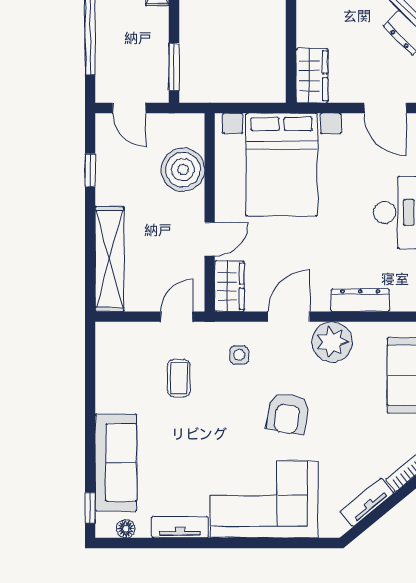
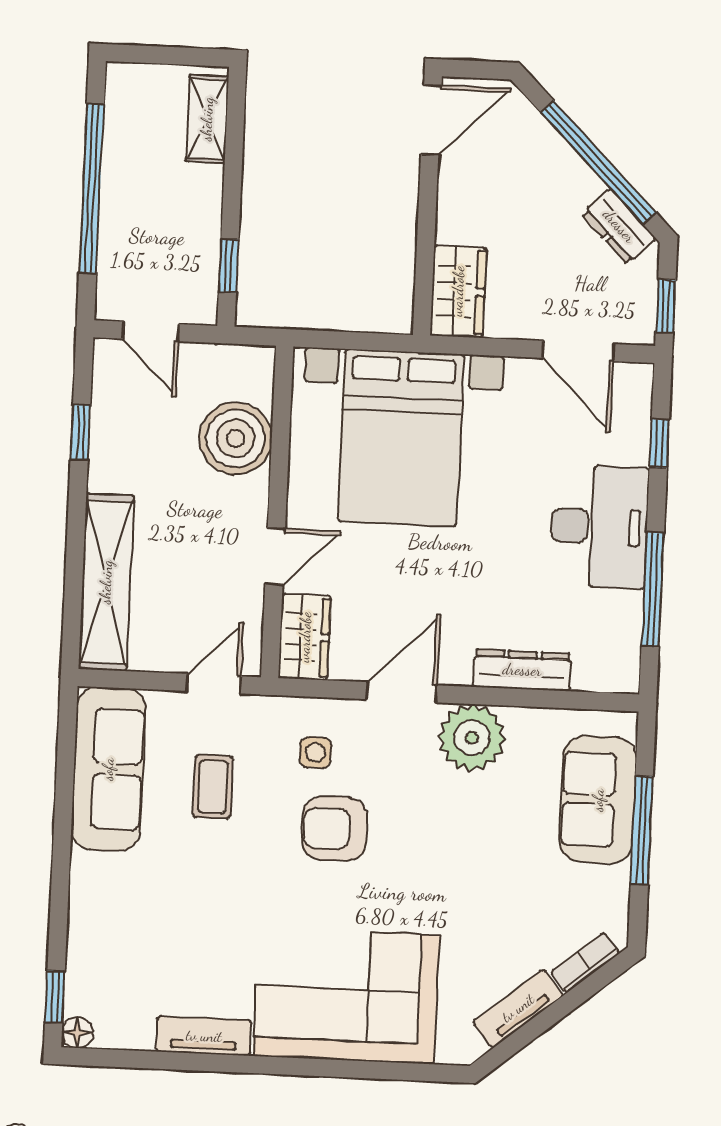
window: (174, 67) -> (229, 266), width x0.67
armchair: (288, 413) -> (334, 829), moved, turned 81
sofa: (116, 463) -> (108, 769), moved
floor lamp: (126, 529) -> (77, 1033), moved

